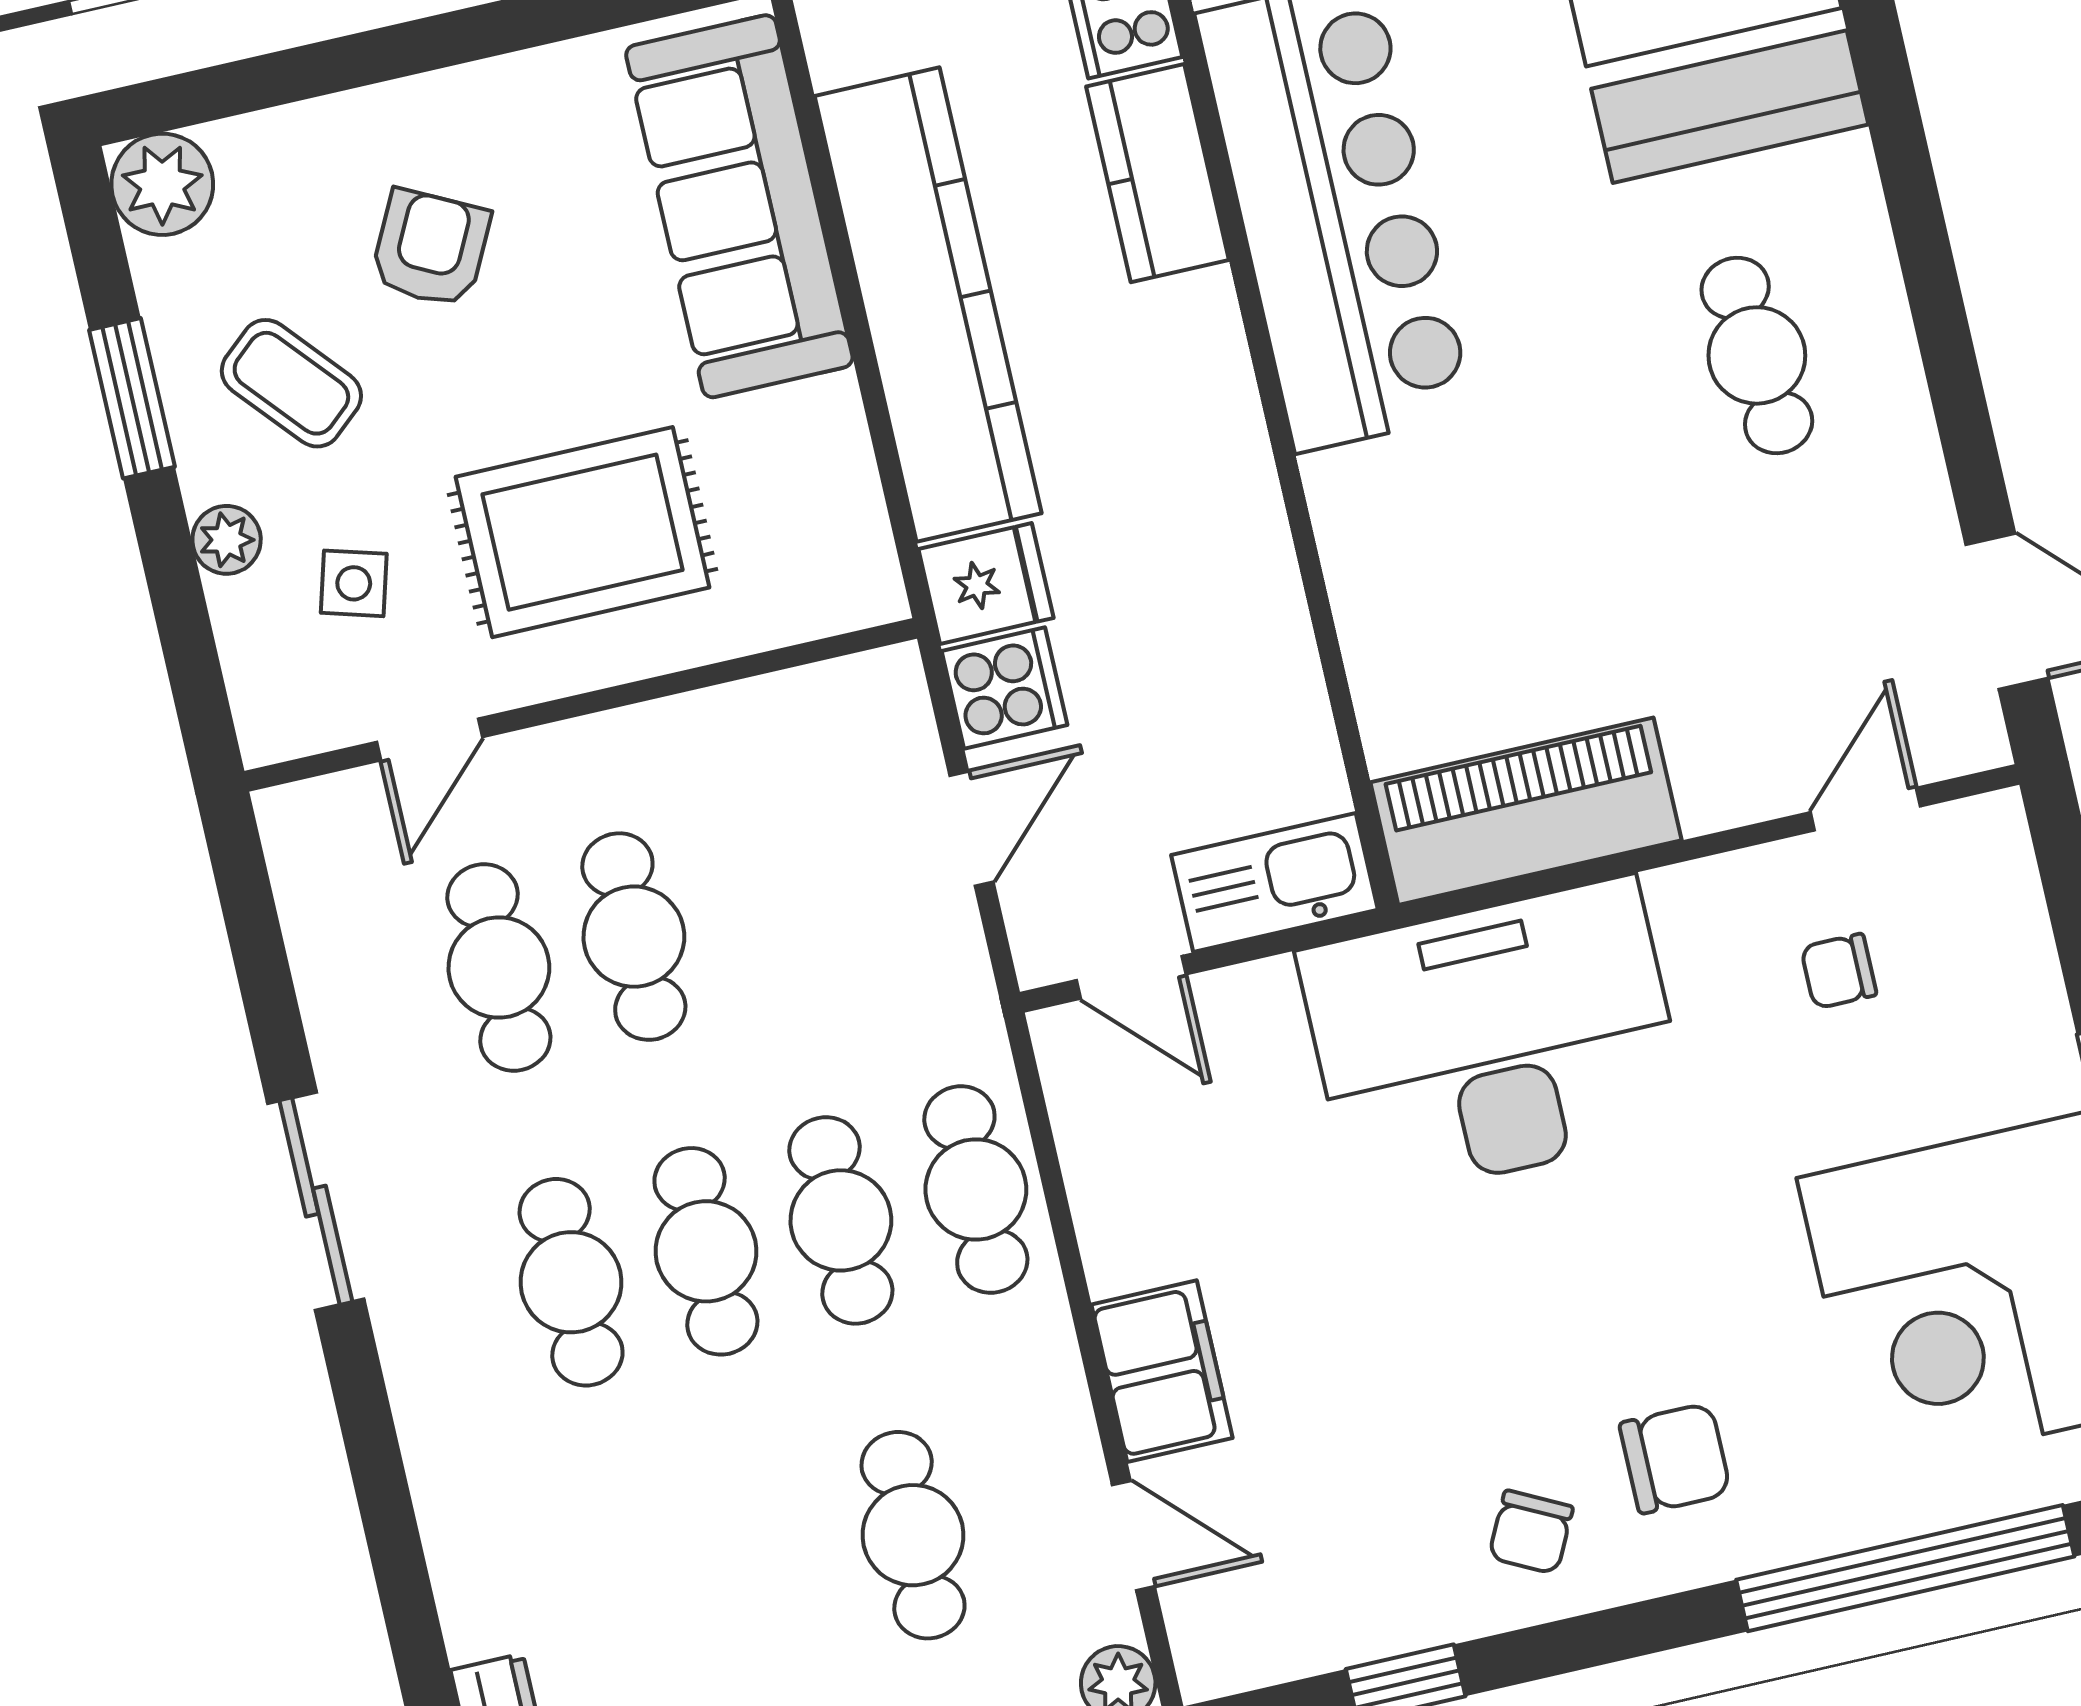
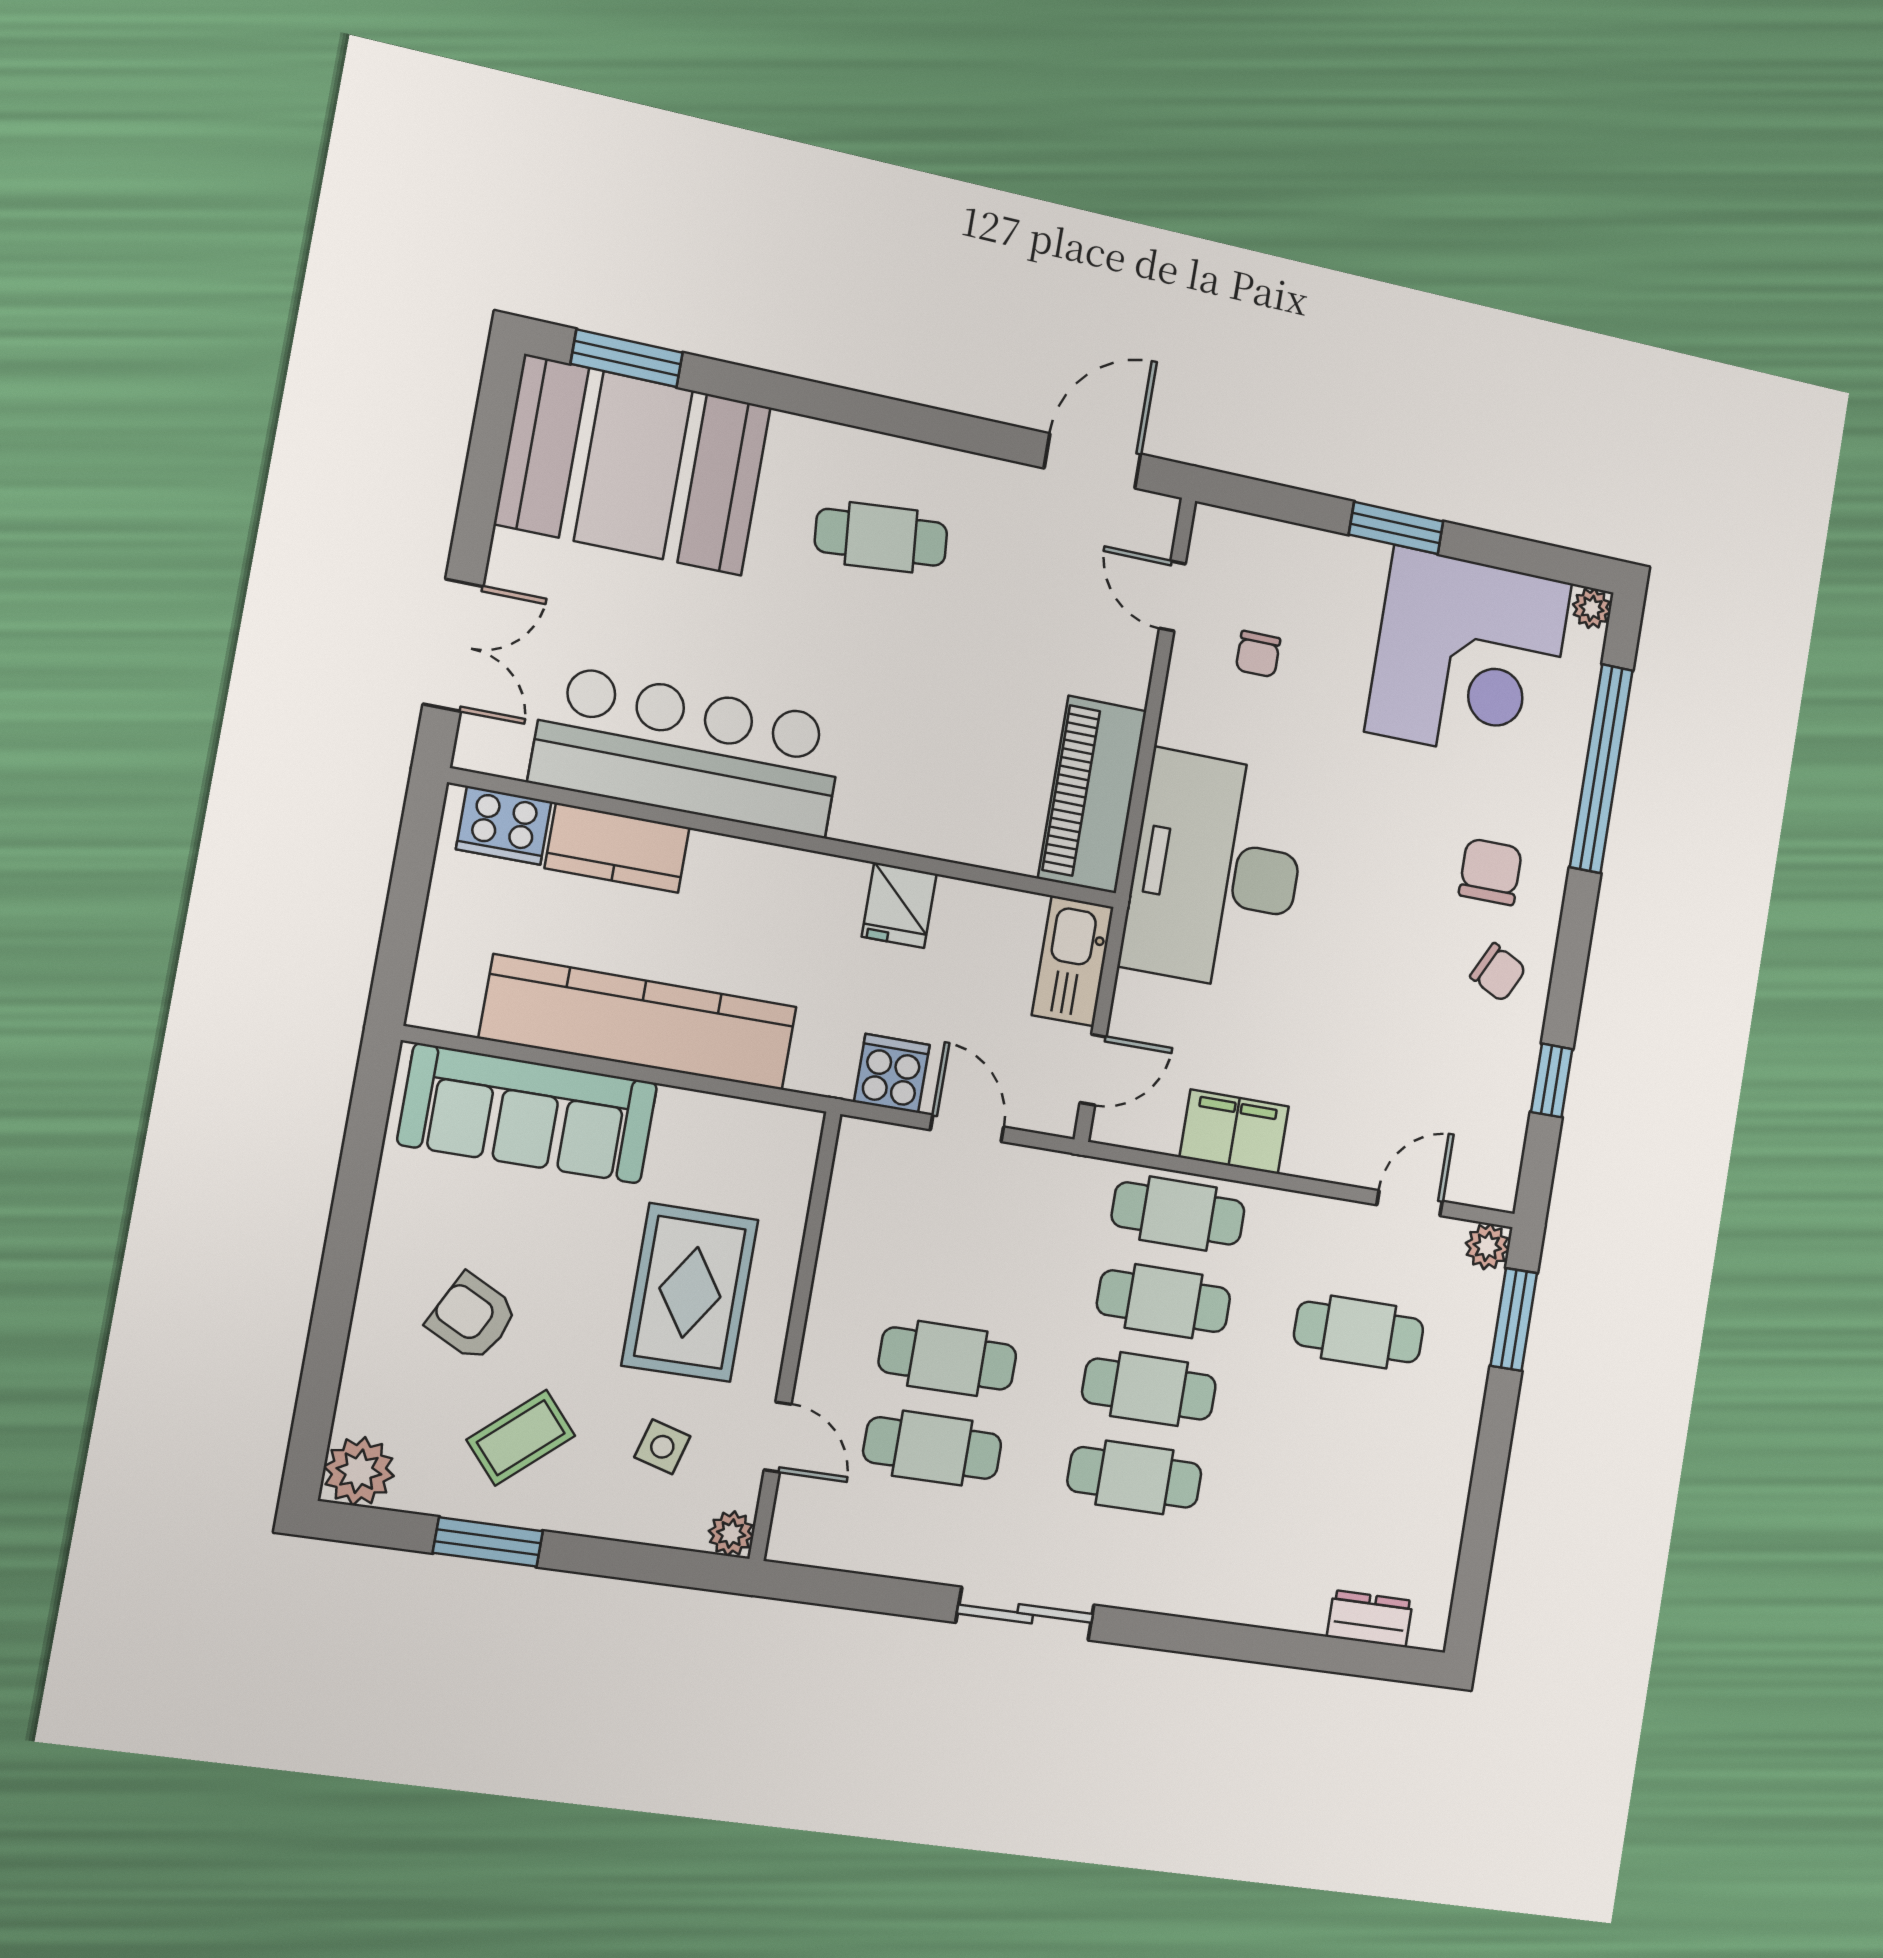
plant: (227, 540) -> (731, 1534), moved
fridge: (986, 583) -> (899, 905), moved, turned 180
filing cabinet: (1162, 1371) -> (1234, 1132), moved

